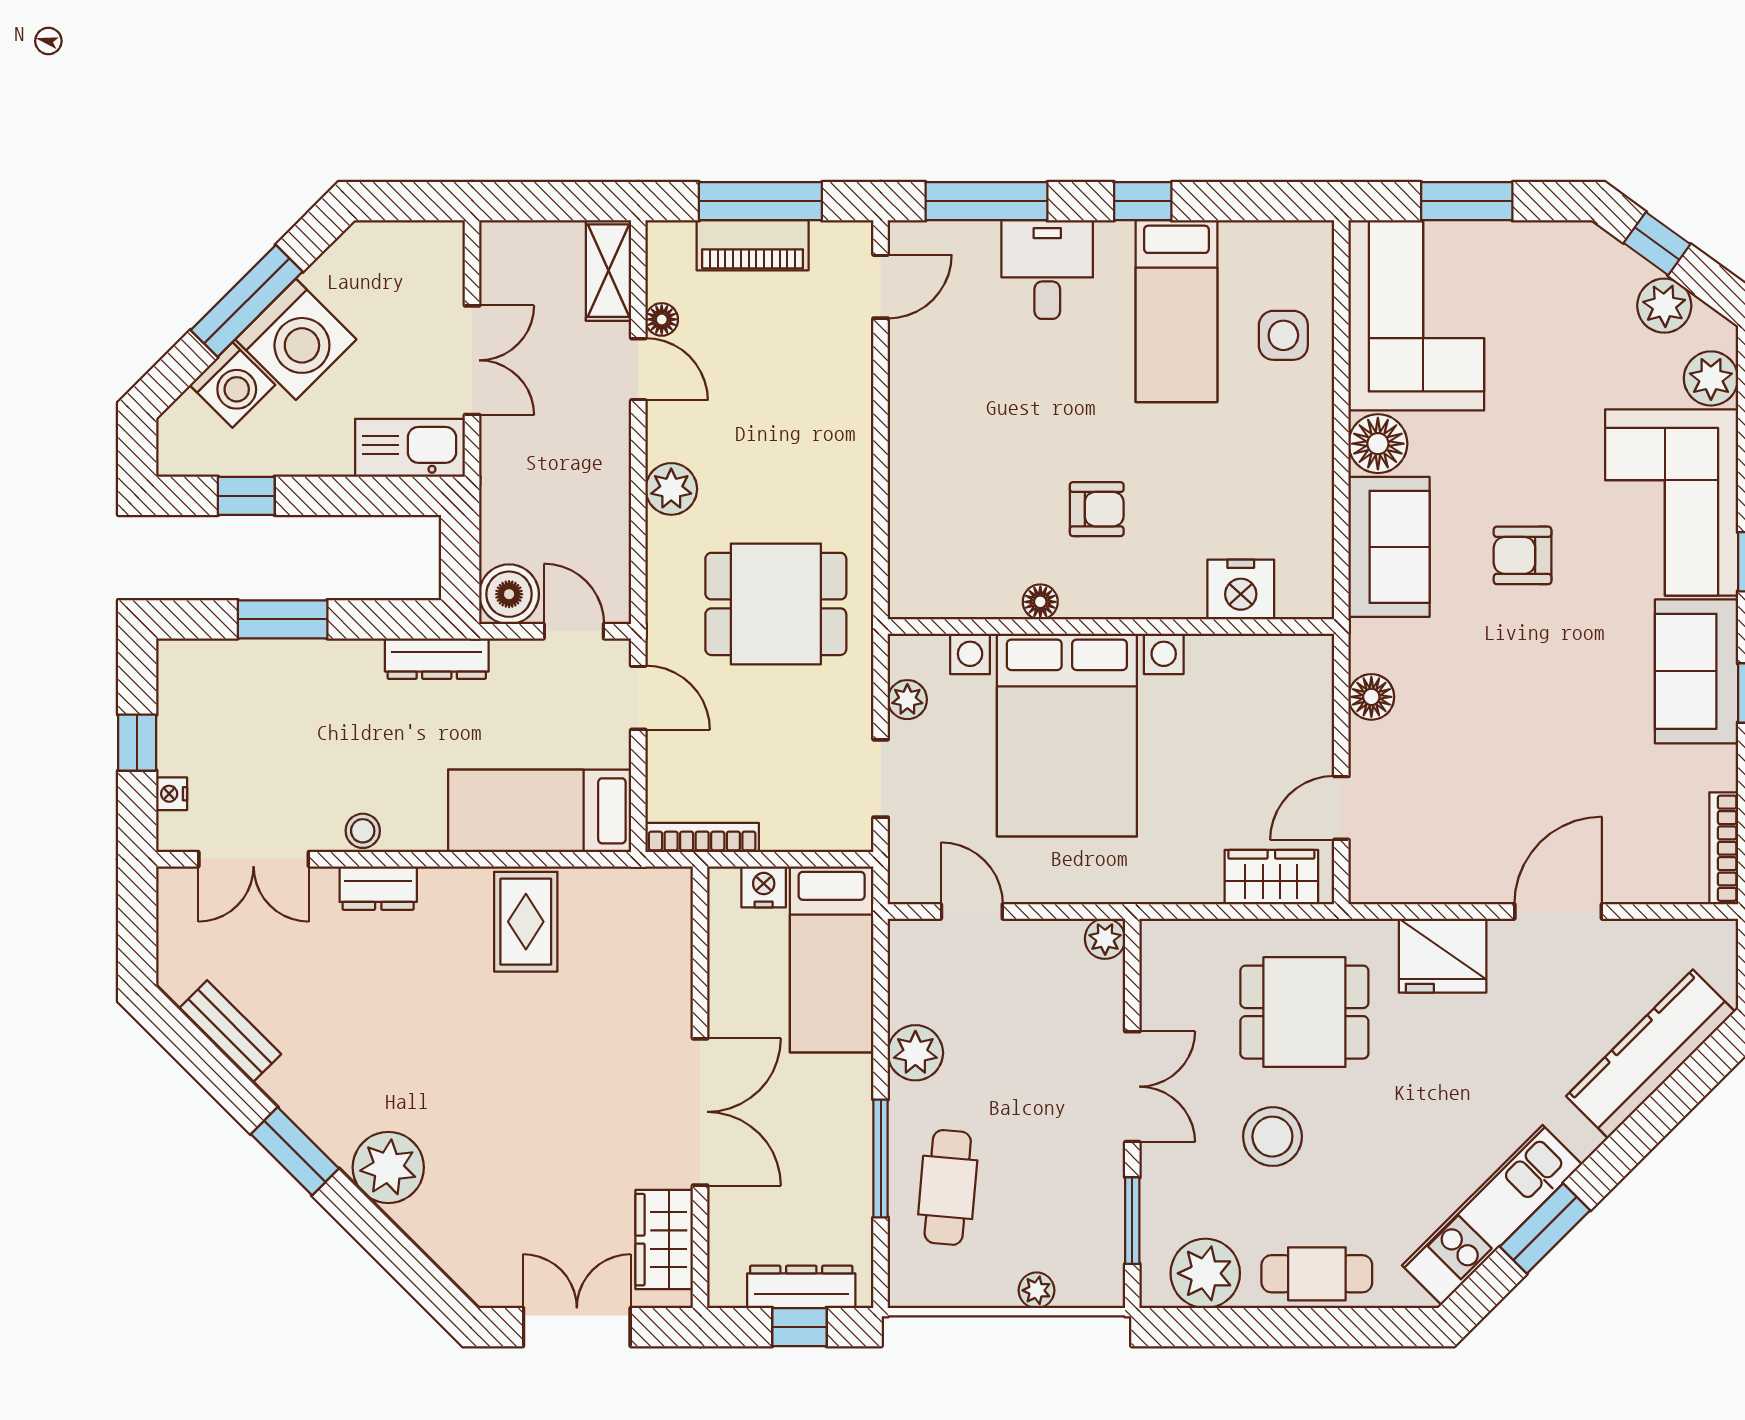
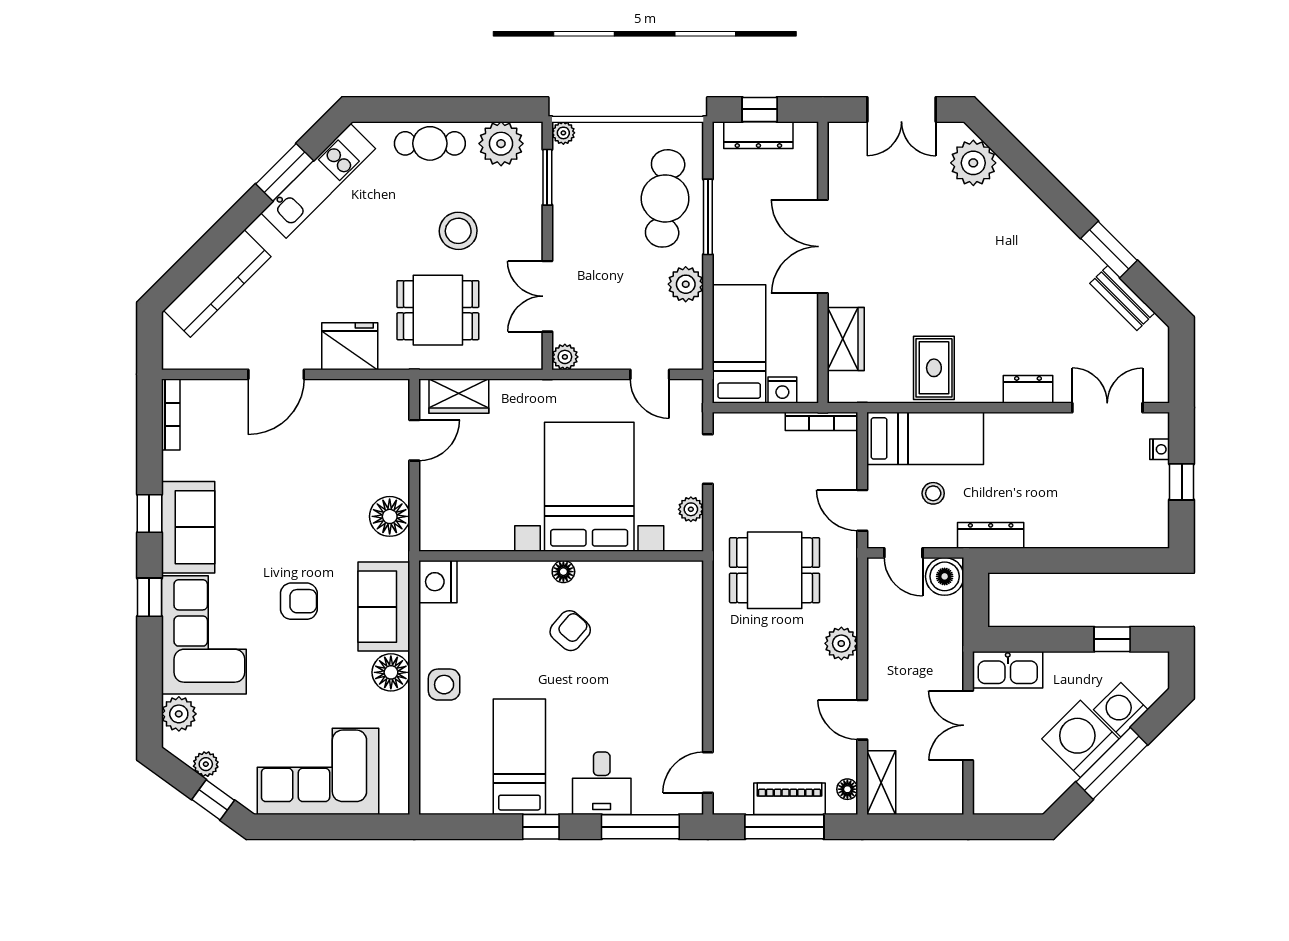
window: (1467, 201) -> (334, 827), removed
plant: (1664, 306) -> (206, 764), width x0.73, depth x0.73
corner sofa: (1416, 315) -> (318, 771), moved, turned 90
floor lamp: (662, 319) -> (847, 789), moved
side table: (1283, 335) -> (444, 685), moved
armchair: (1097, 509) -> (570, 631), turned 131
nightstand: (1241, 589) -> (438, 582), moved, turned -90
floor lamp: (1040, 602) -> (563, 572), moved
window: (283, 619) -> (1089, 560), removed
floor lamp: (1371, 697) -> (390, 516), width x1.38, depth x1.38
stool: (363, 831) -> (933, 493), moved
double door: (1132, 1087) -> (547, 296), moved
window: (295, 1151) -> (1109, 249), moved
plant: (388, 1167) -> (973, 163), moved
cafe table: (948, 1187) -> (665, 198), width x1.37, depth x1.35
wardrobe: (664, 1240) -> (846, 339), moved
plant: (1037, 1290) -> (563, 133), moved

